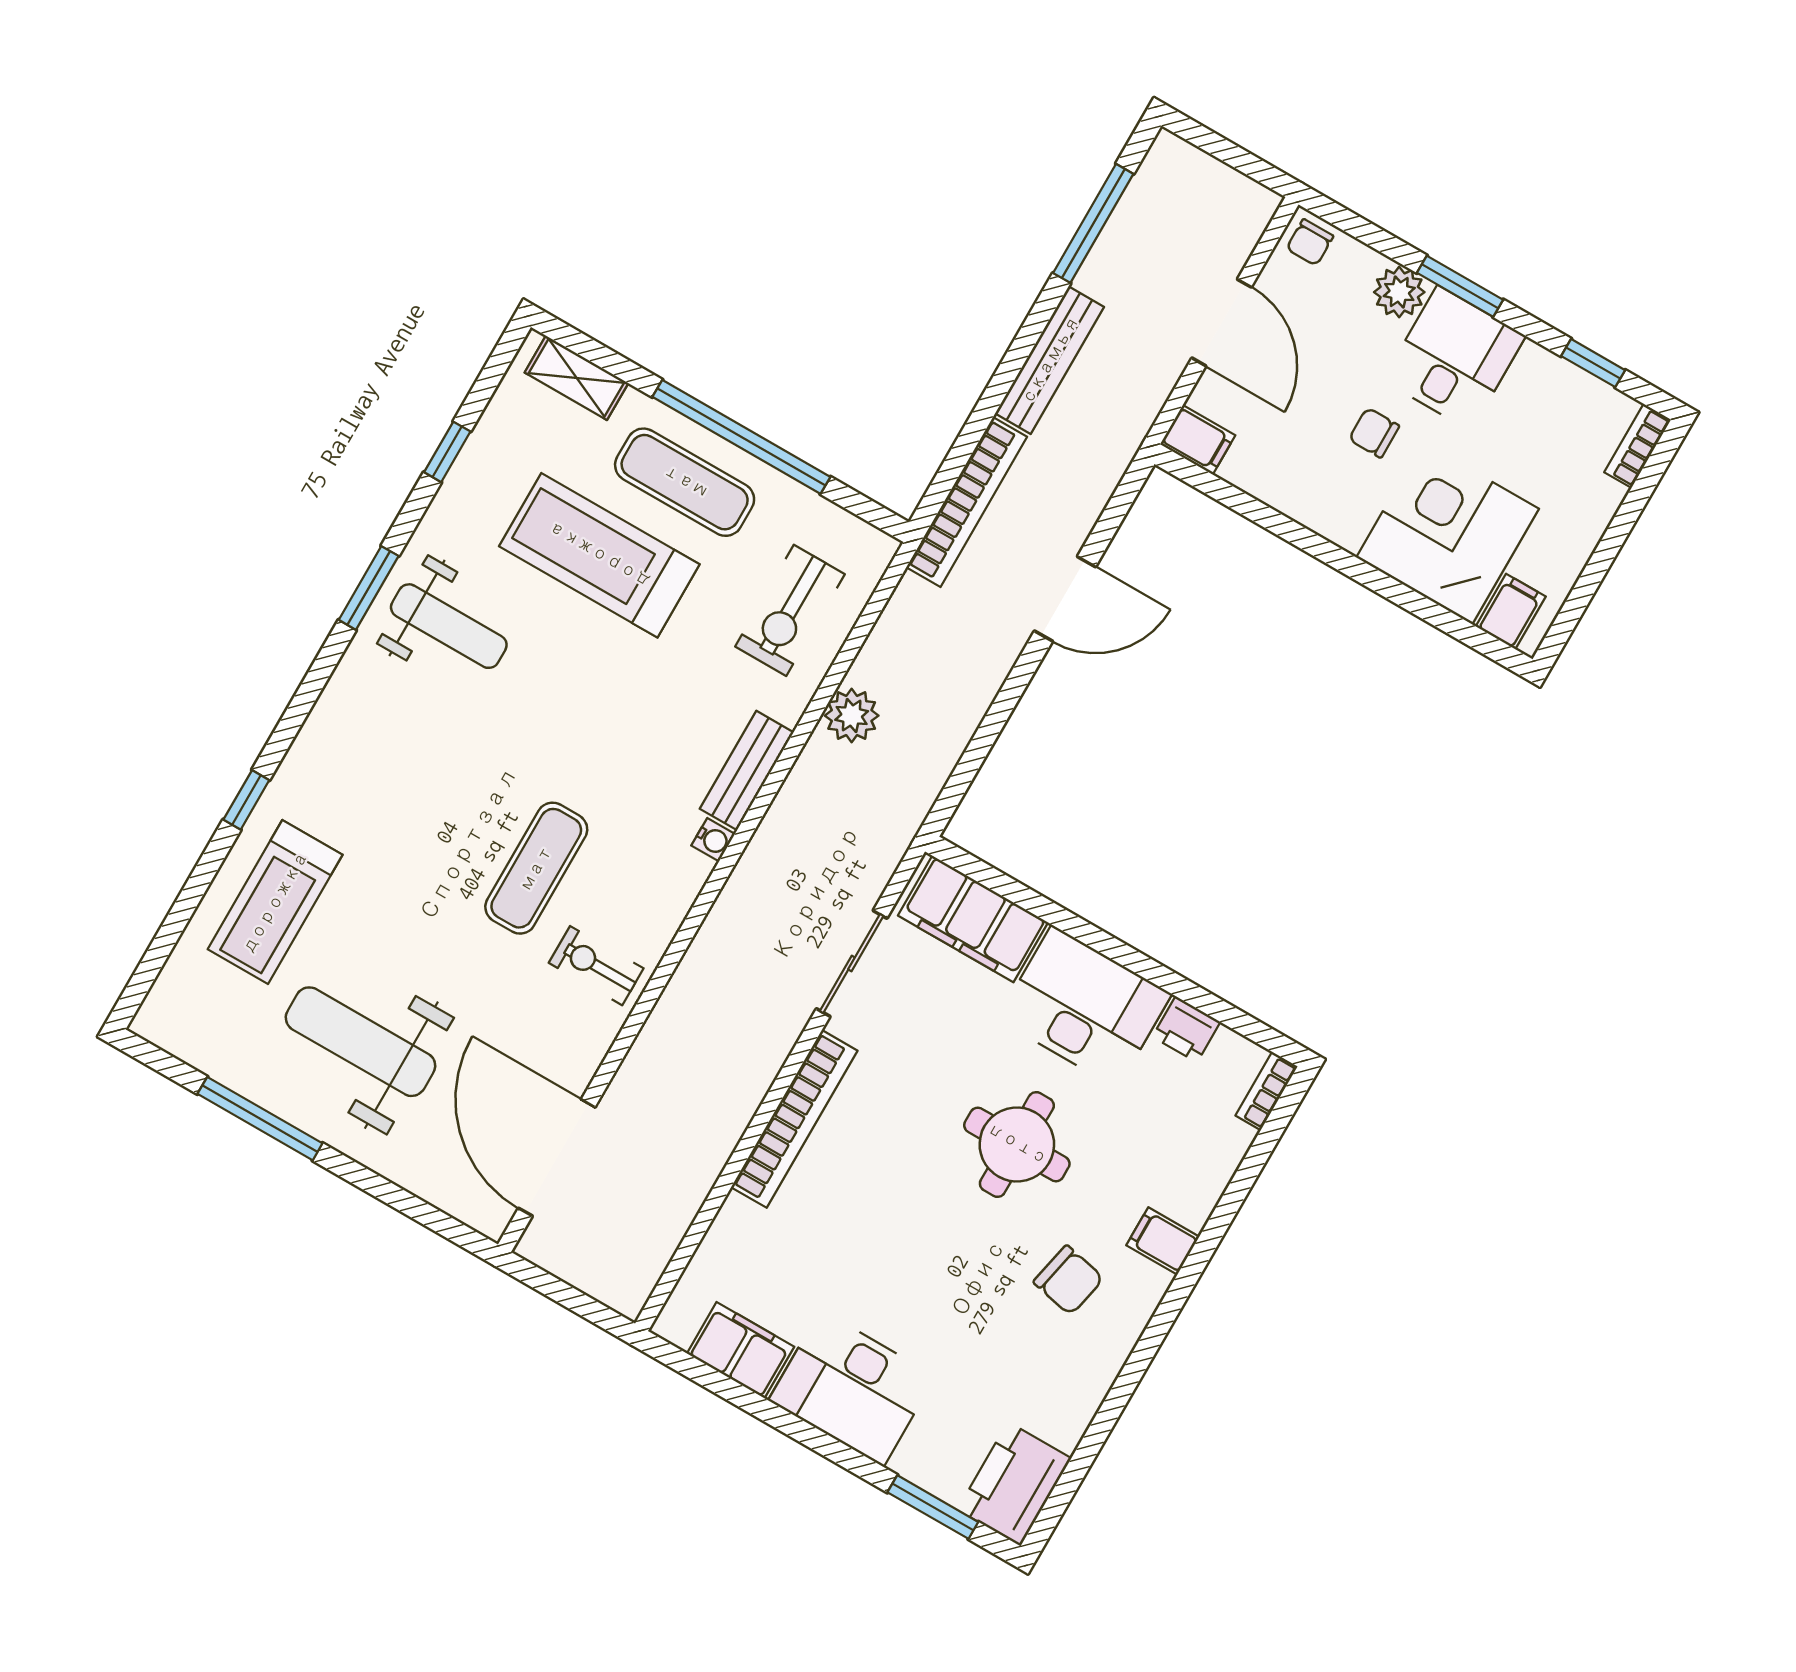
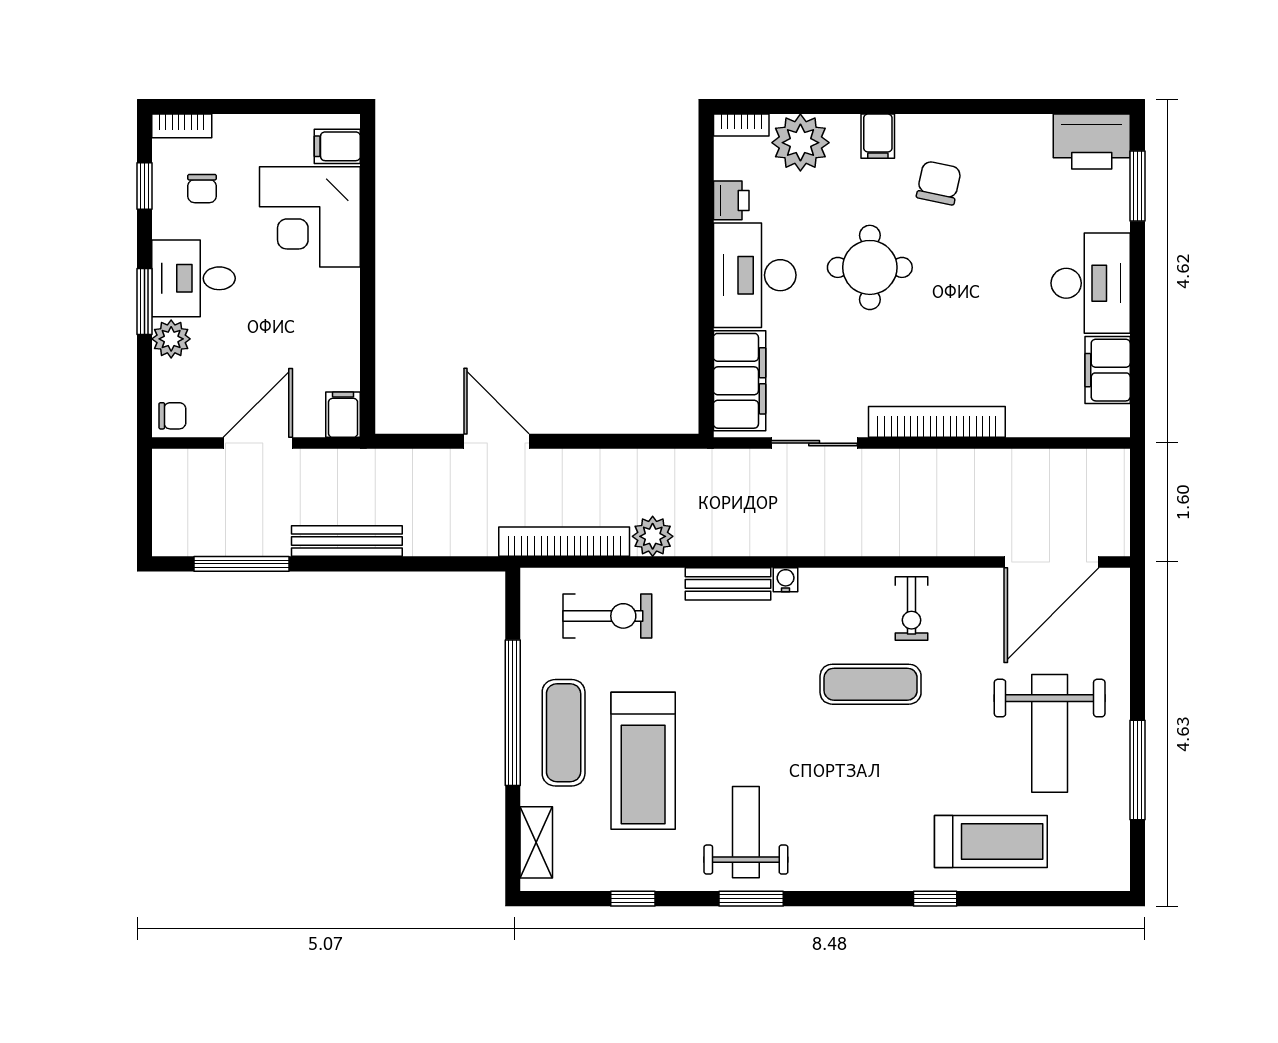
chair: (1374, 433) -> (202, 189), moved
bookcase: (967, 502) -> (564, 542), moved
plant: (1207, 1148) -> (800, 143), added

